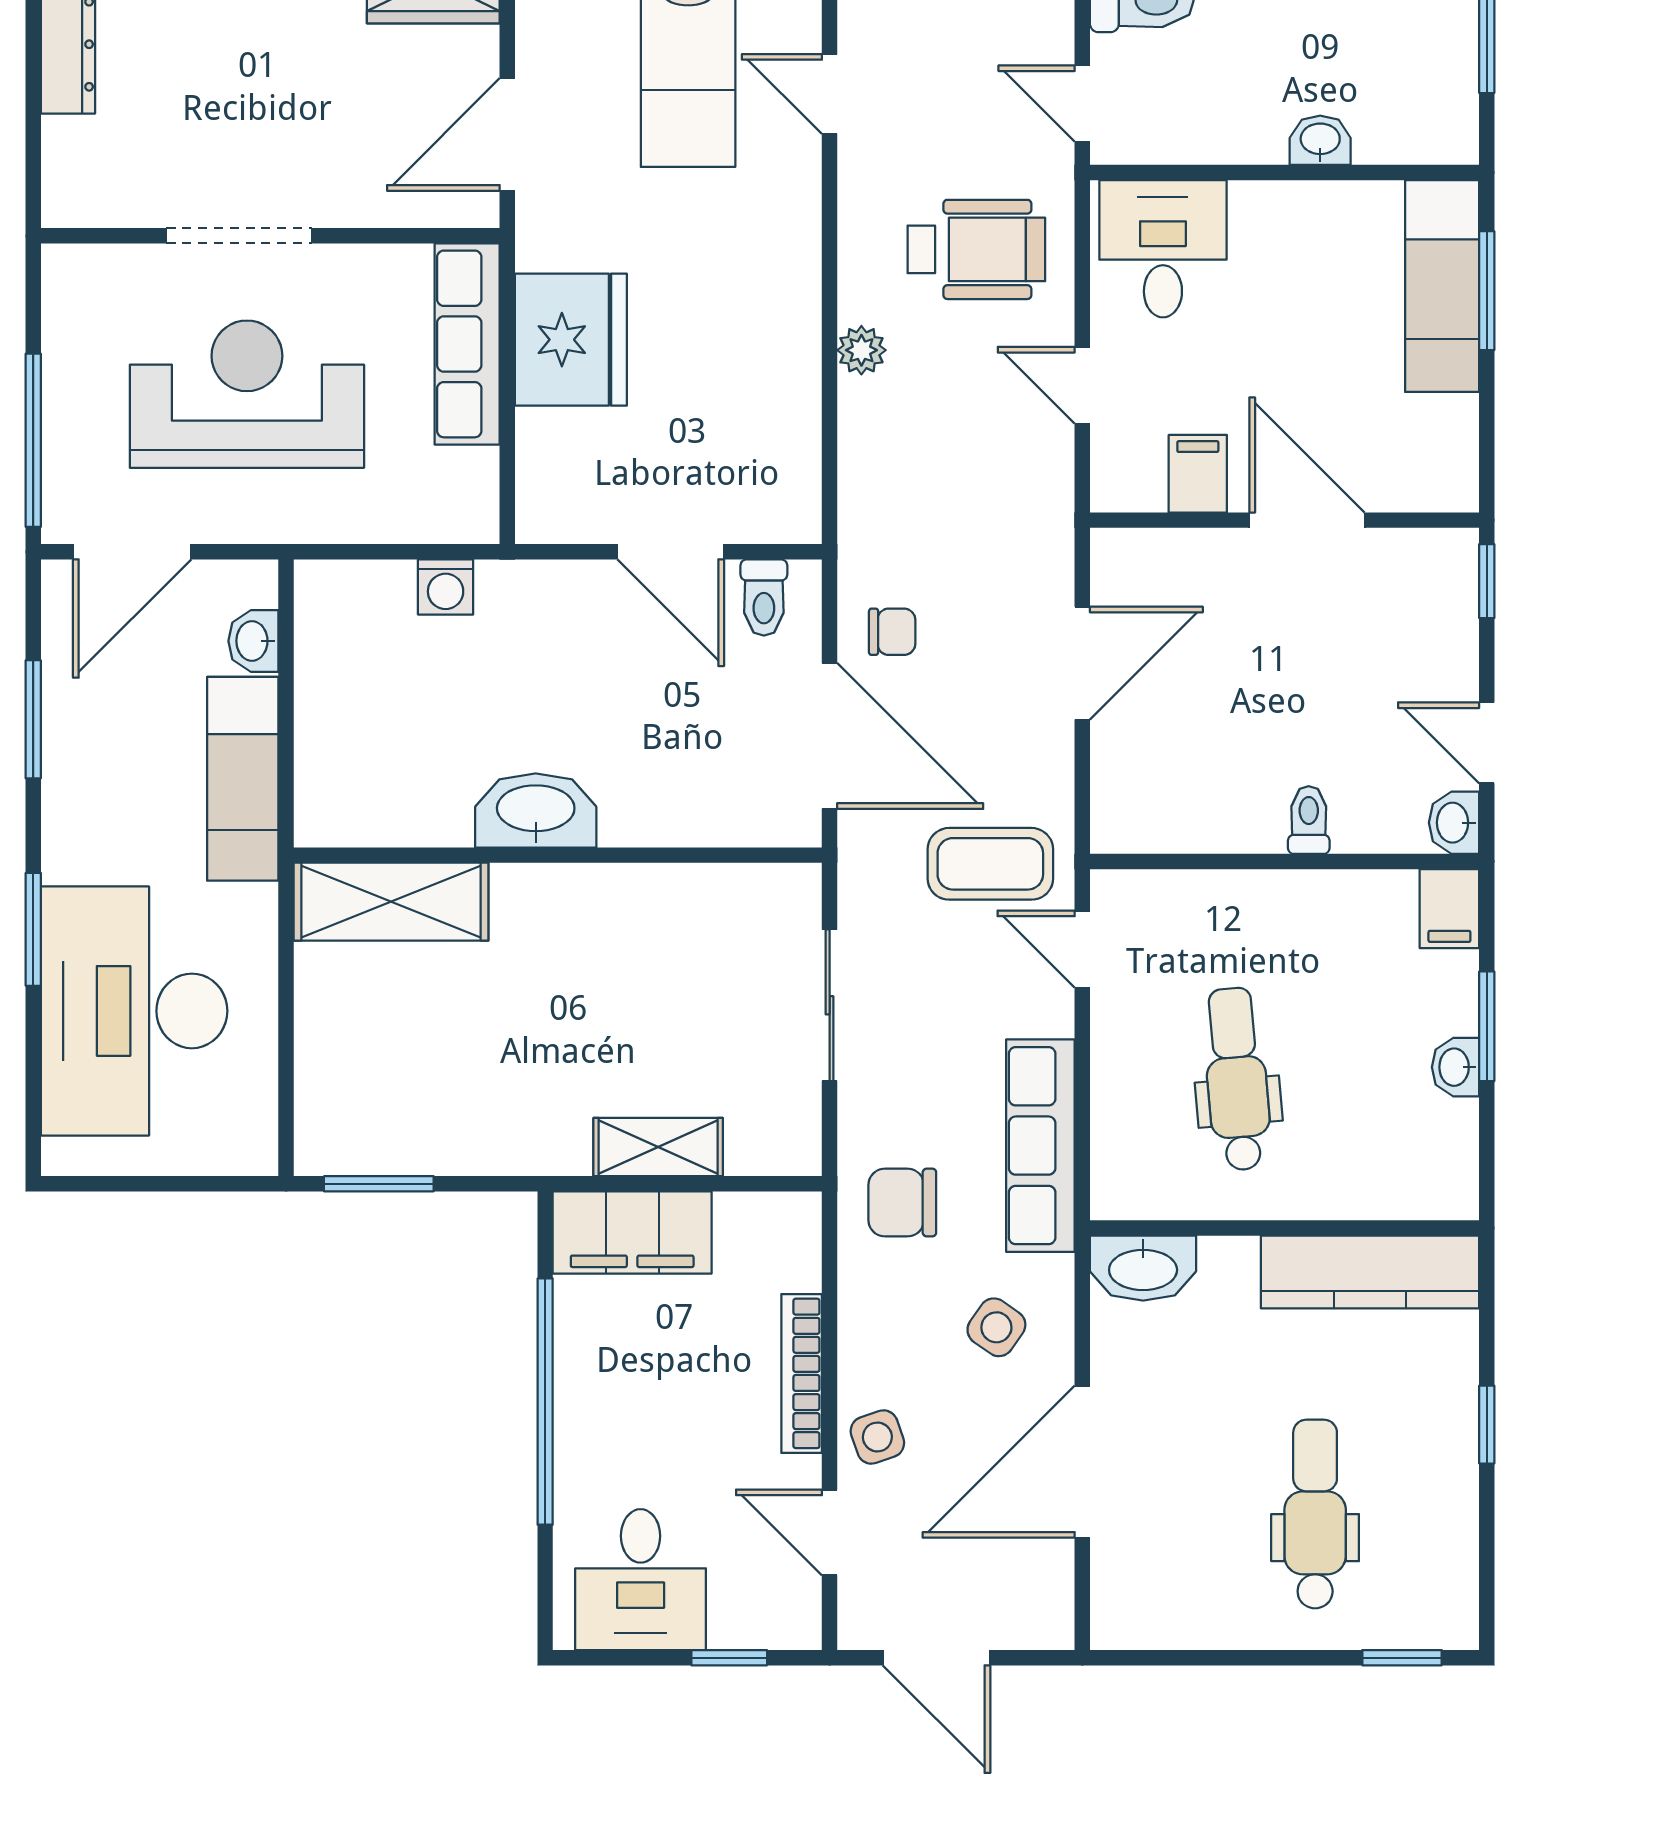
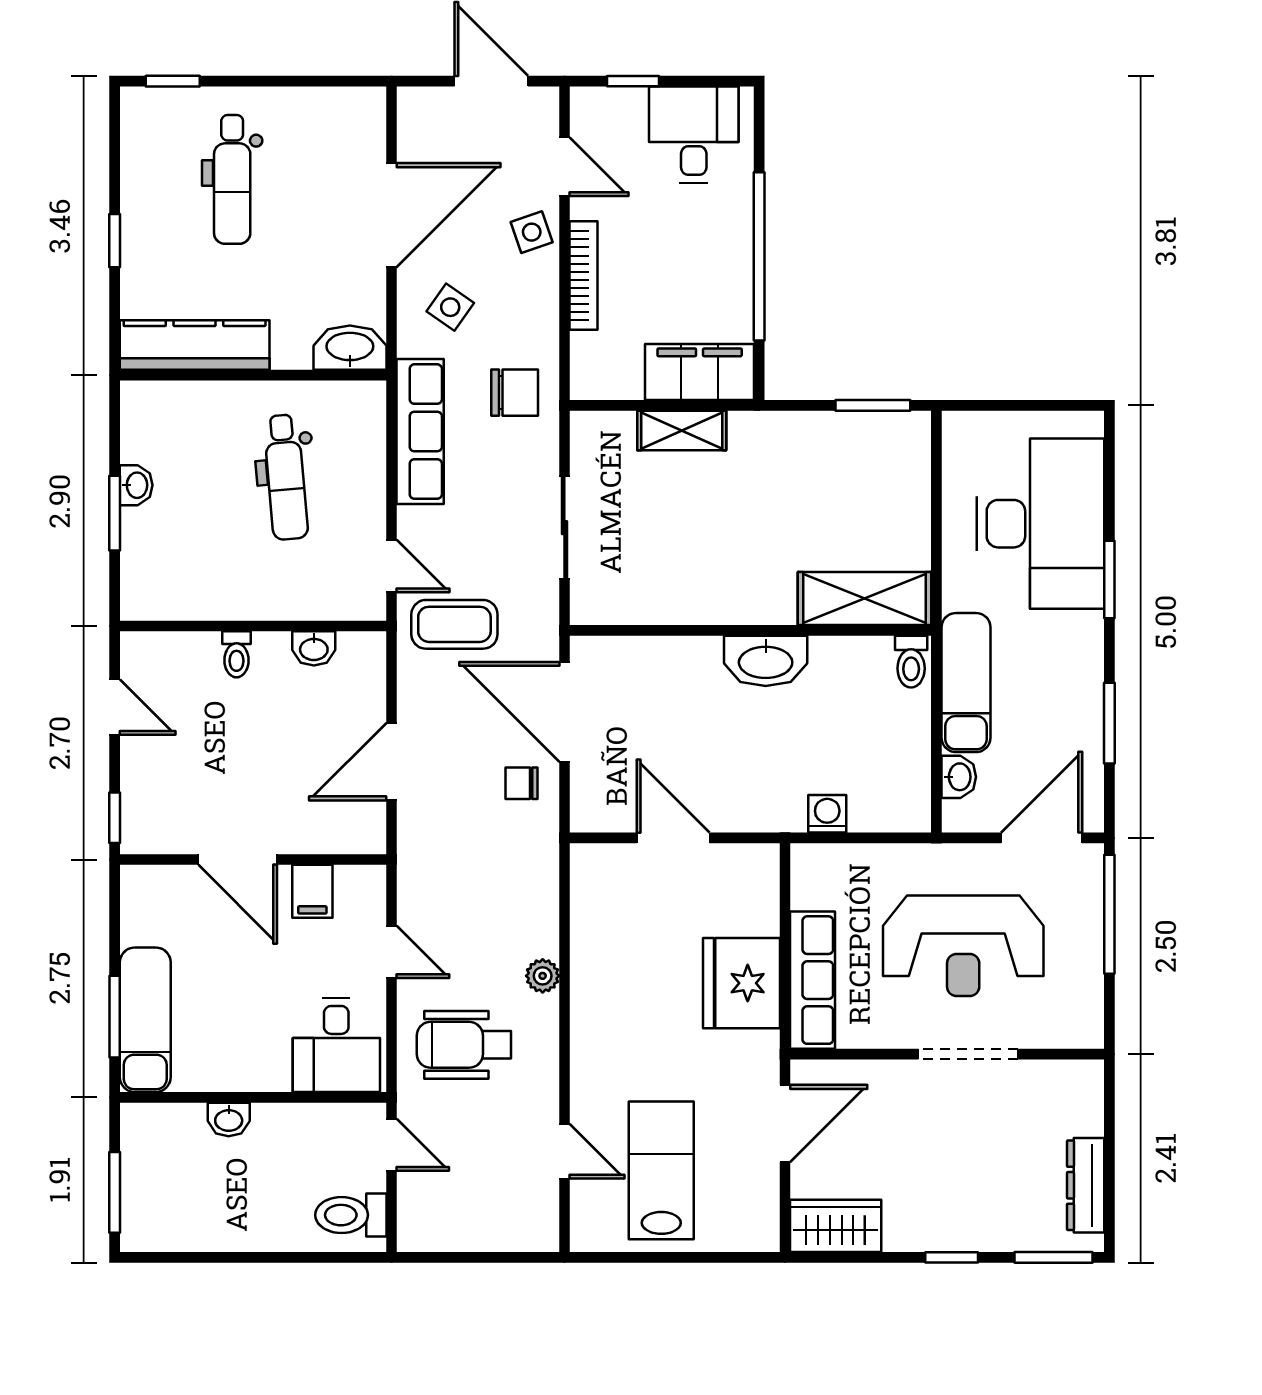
toilet: (764, 597) -> (911, 662), moved, turned 180
washbasin: (1454, 823) -> (314, 648), moved, turned 90
filing cabinet: (1449, 909) -> (140, 594), removed

